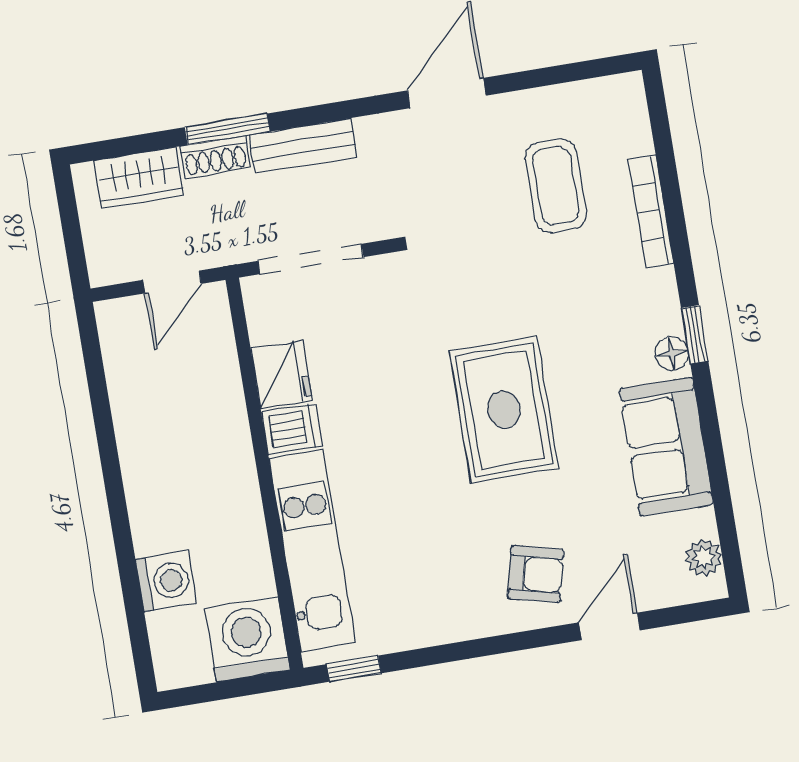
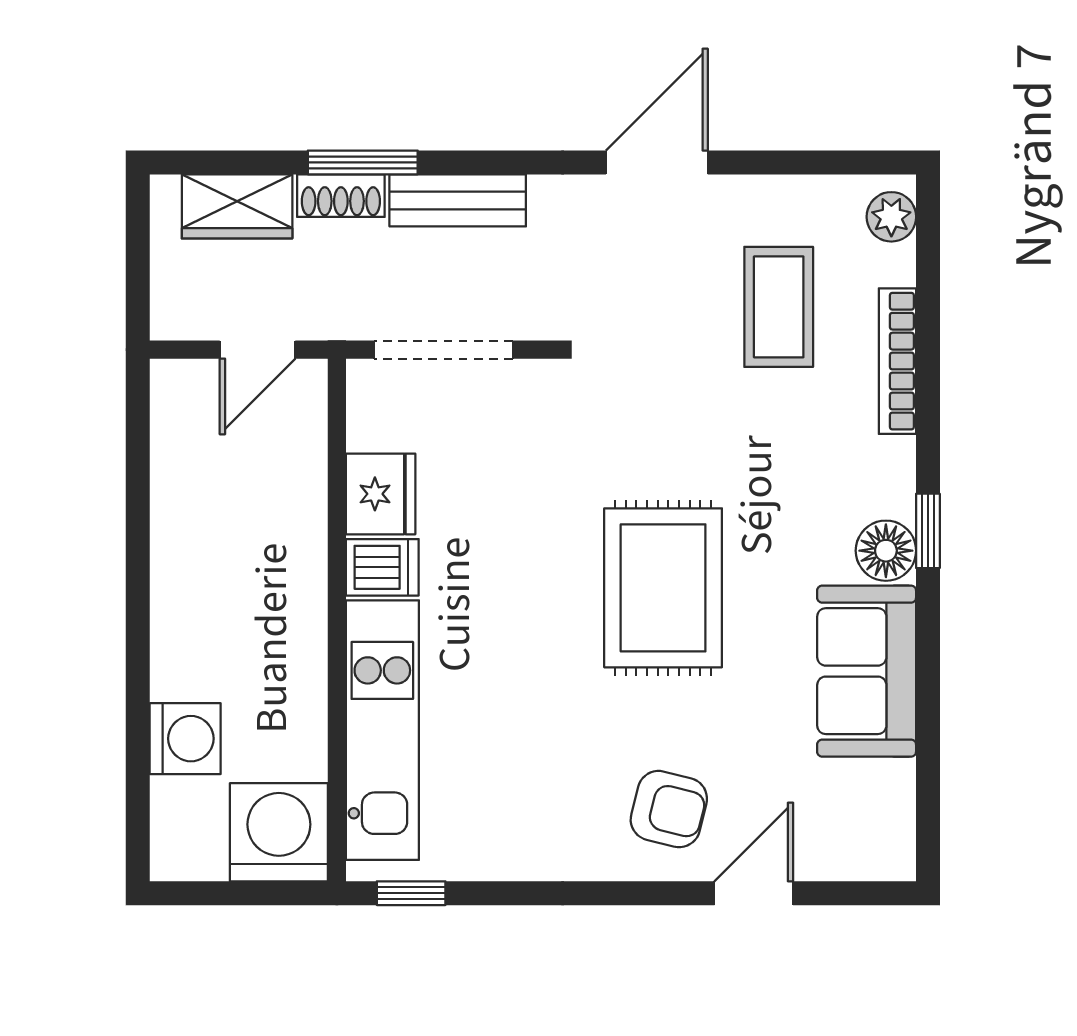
floor lamp: (672, 353) -> (886, 551), width x1.37, depth x1.37
plant: (704, 558) -> (891, 217), moved

